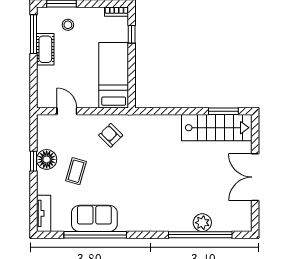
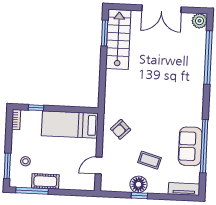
plant: (202, 223) -> (199, 21), moved

